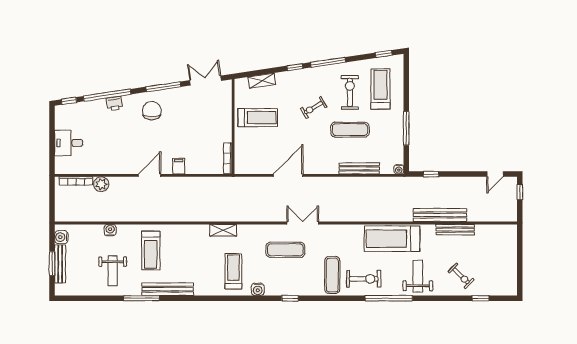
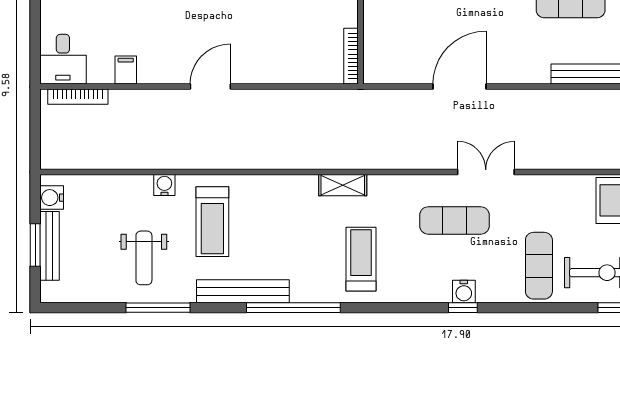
desk: (69, 143) -> (63, 59), moved, turned -90
filing cabinet: (179, 166) -> (126, 70), moved
plant: (101, 184) -> (123, 103), removed
water cooler: (110, 230) -> (164, 185), moved
water cooler: (258, 289) -> (464, 291), moved
window: (142, 298) -> (158, 308), moved
window: (196, 298) -> (293, 308), added

